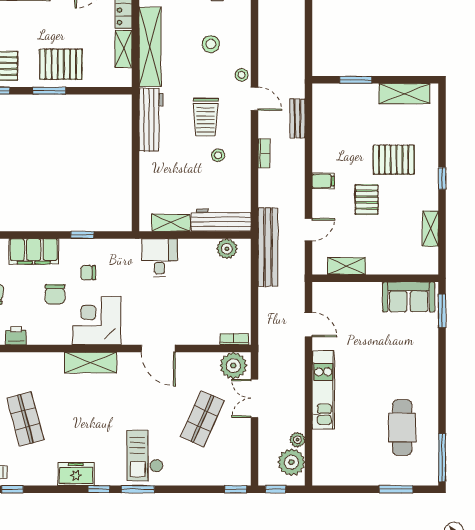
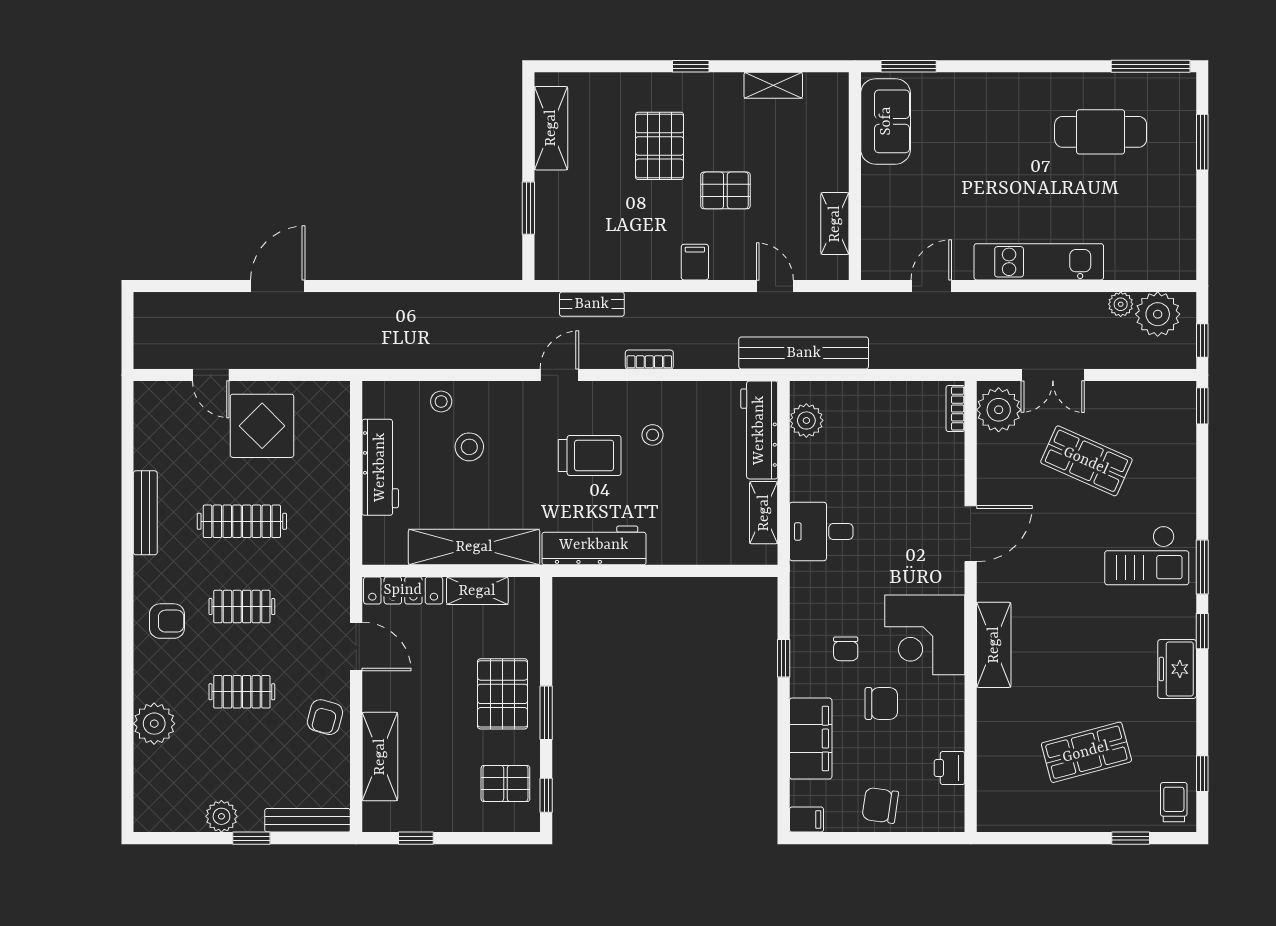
stool: (242, 75) -> (441, 402), moved

